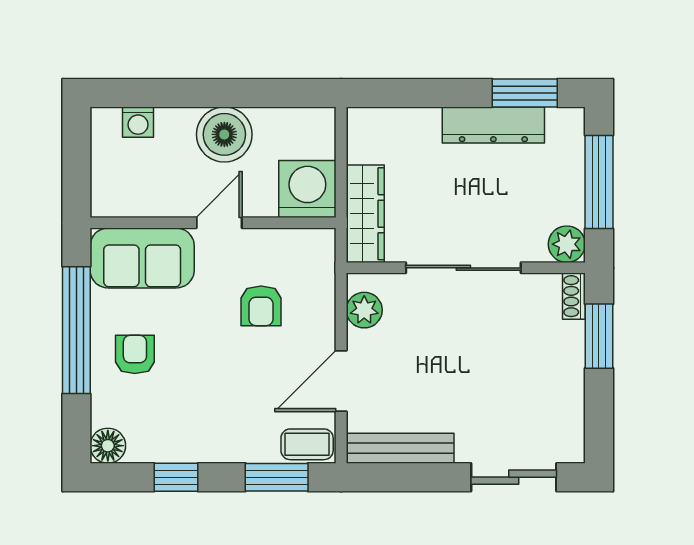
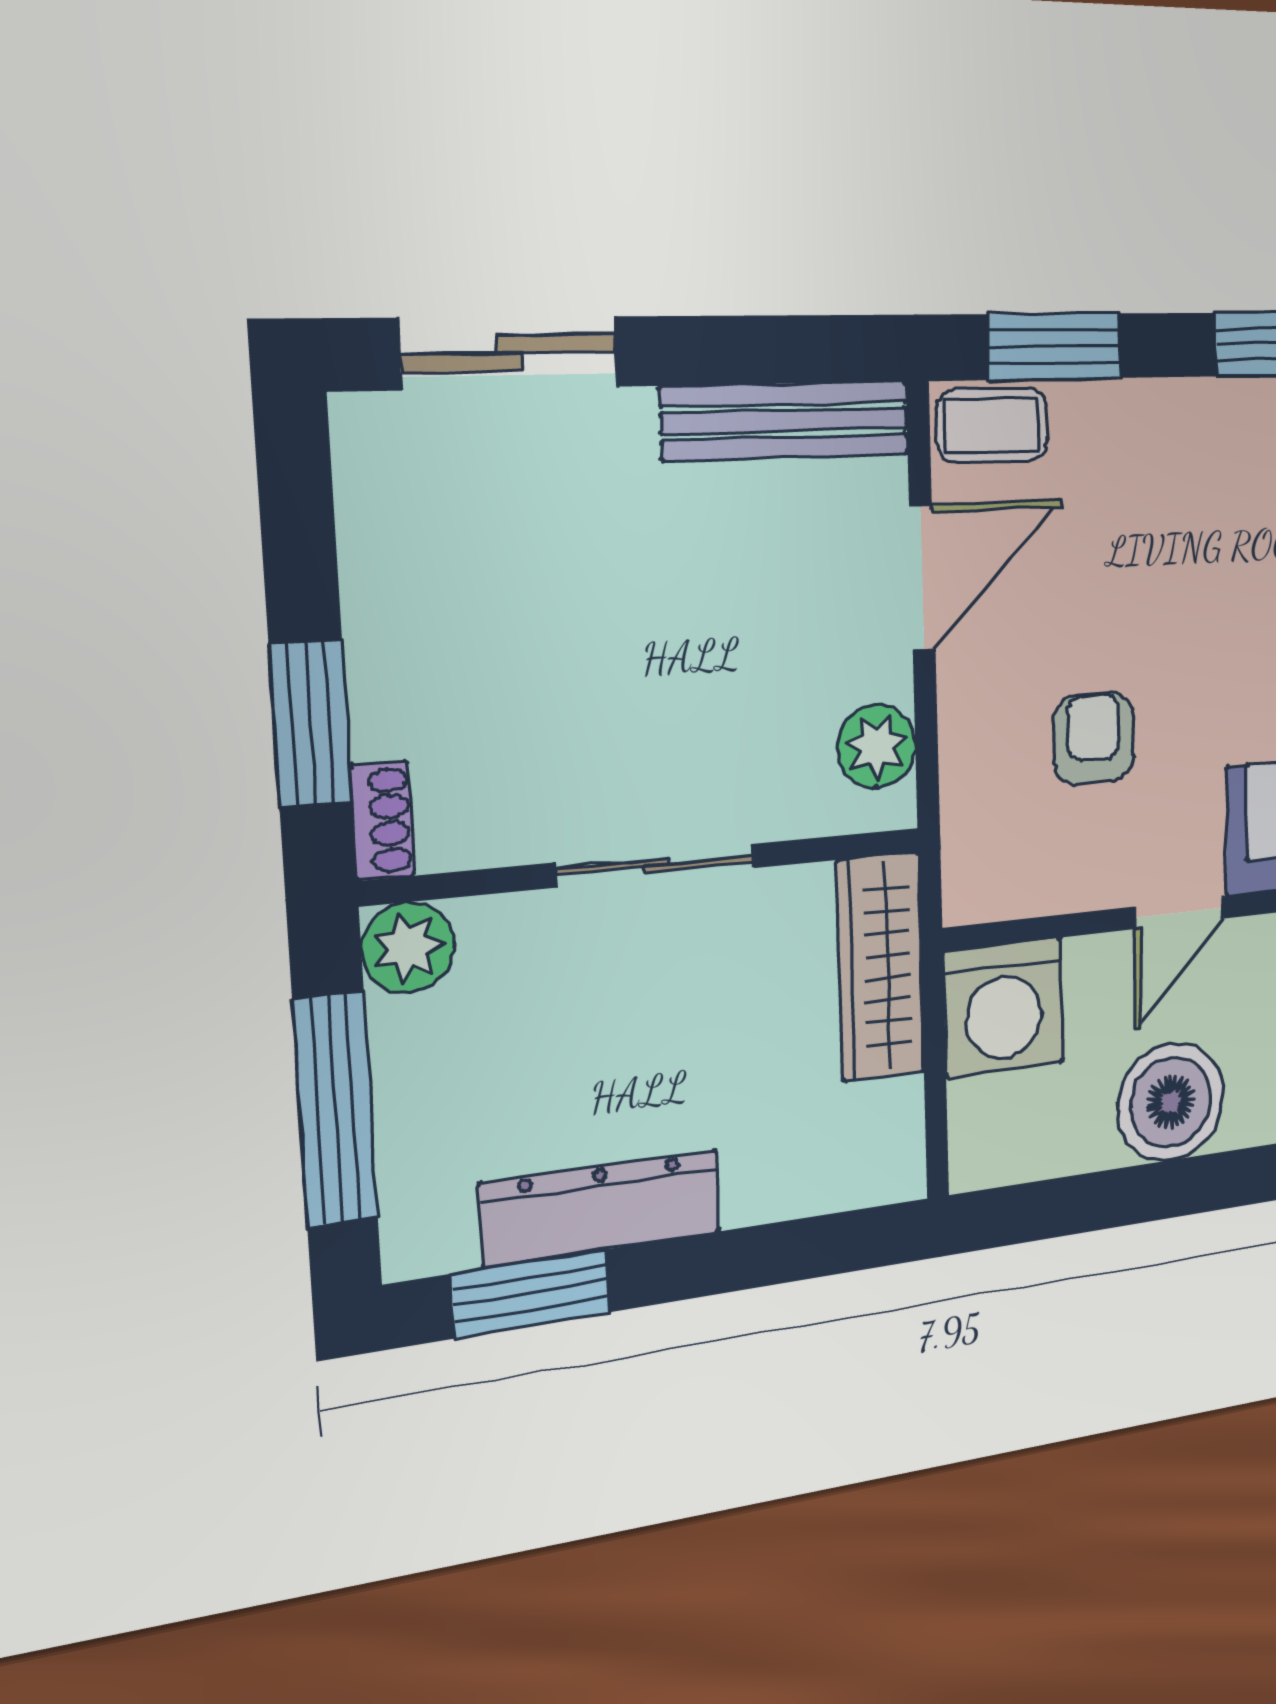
sliding door: (463, 268) -> (656, 865), width x0.73

